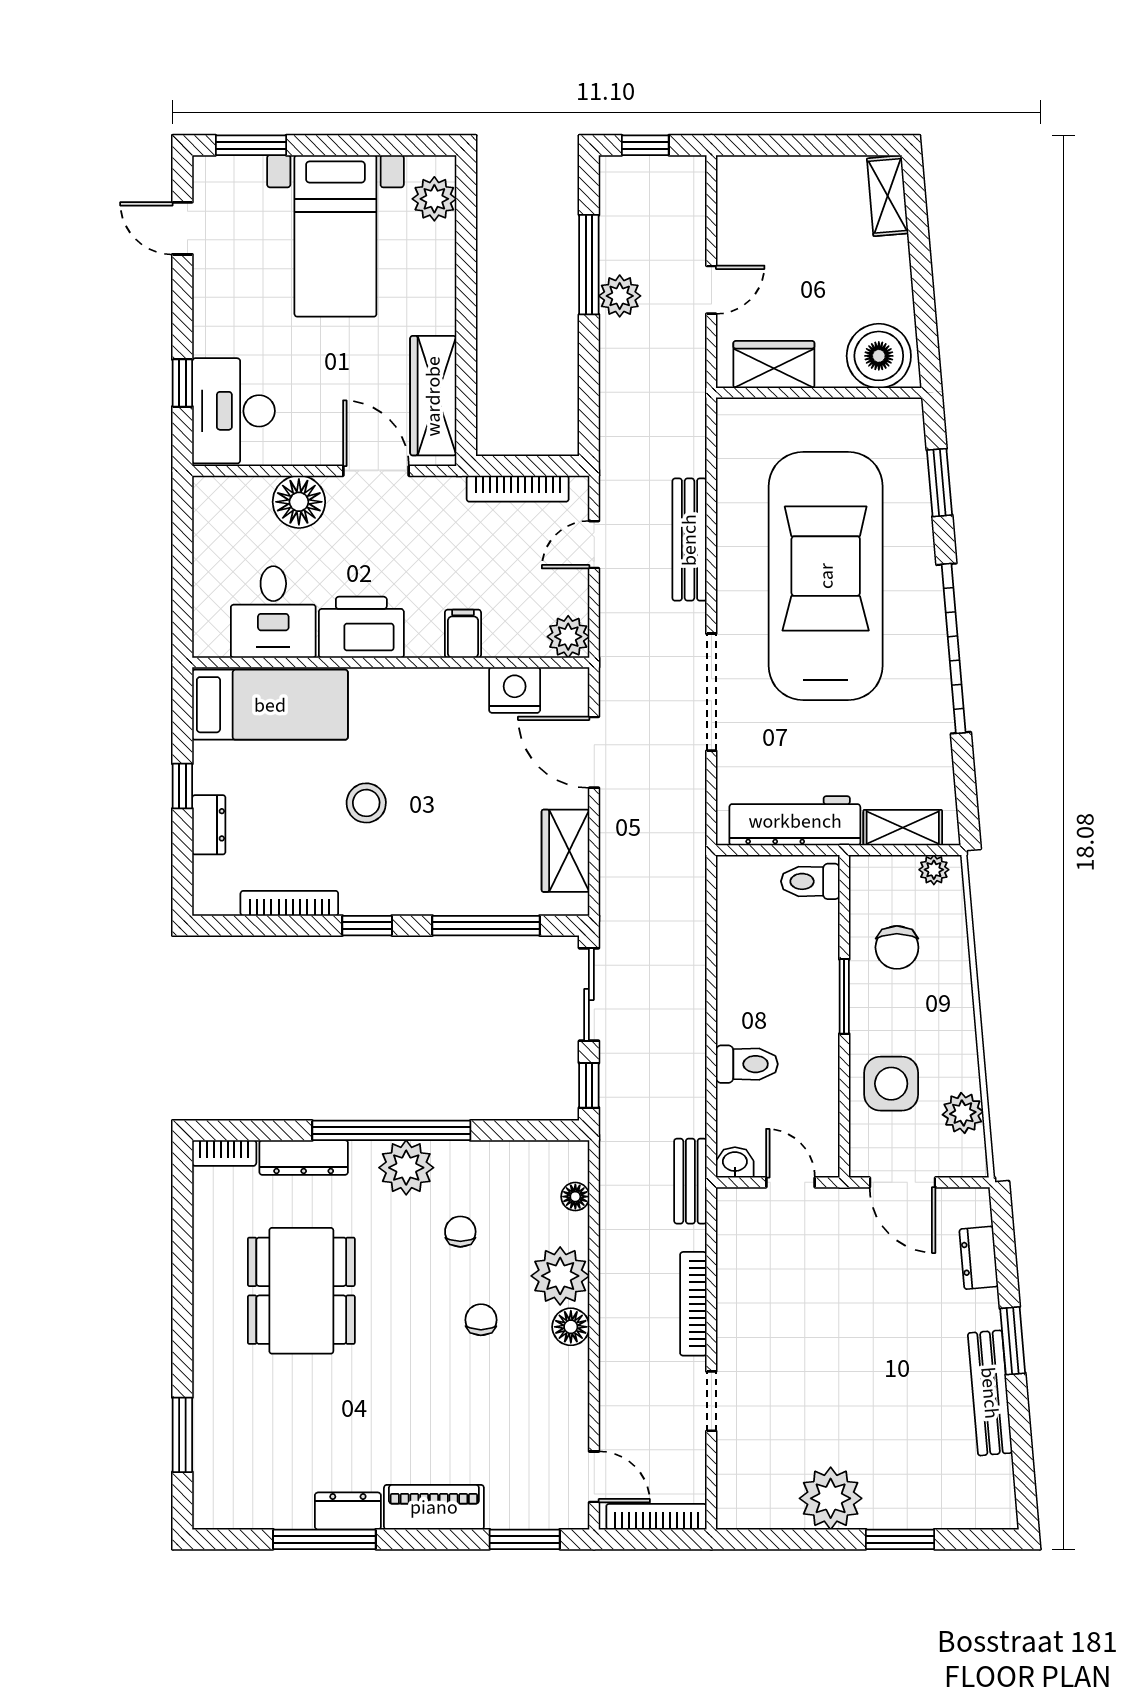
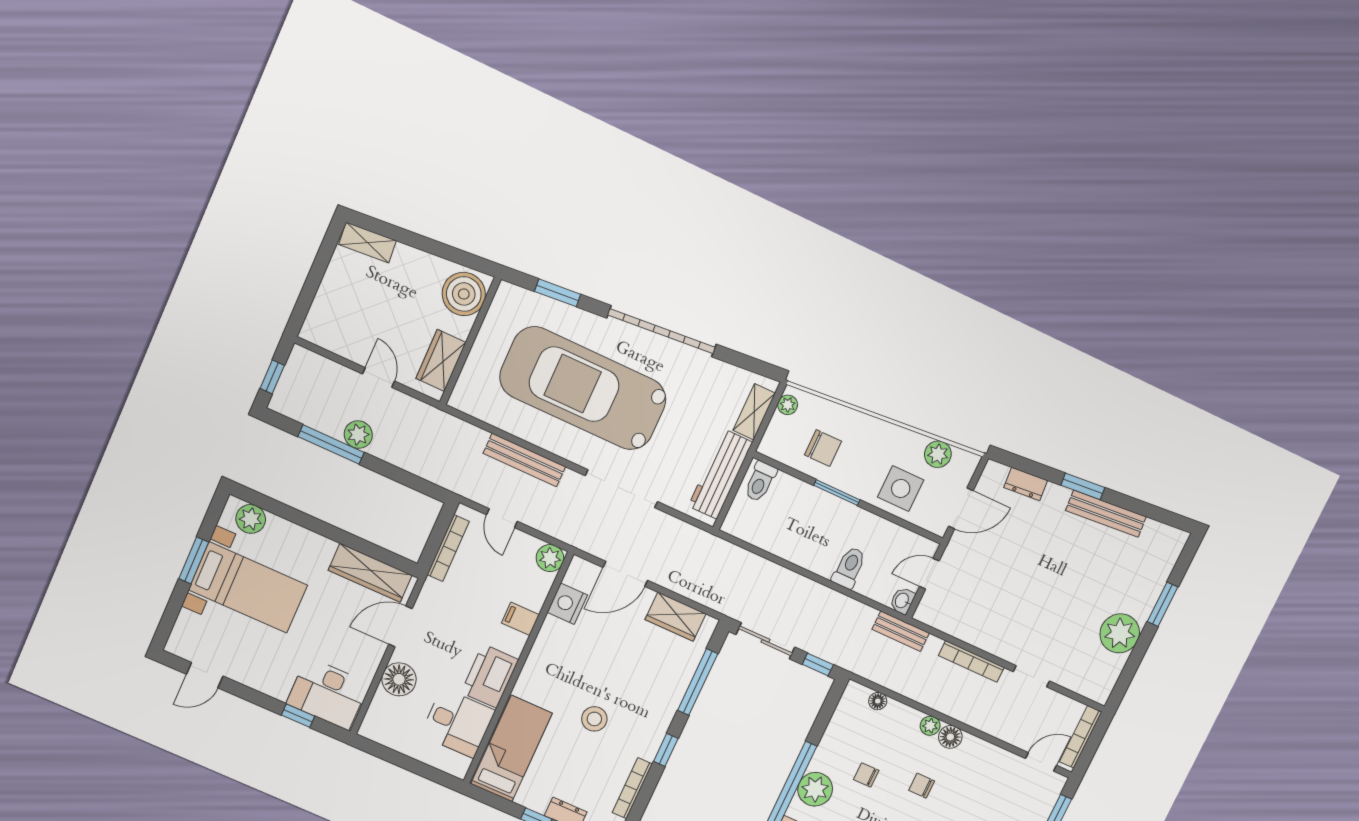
window: (251, 145) -> (194, 560), moved
plant: (560, 1276) -> (930, 726), width x0.53, depth x0.53

